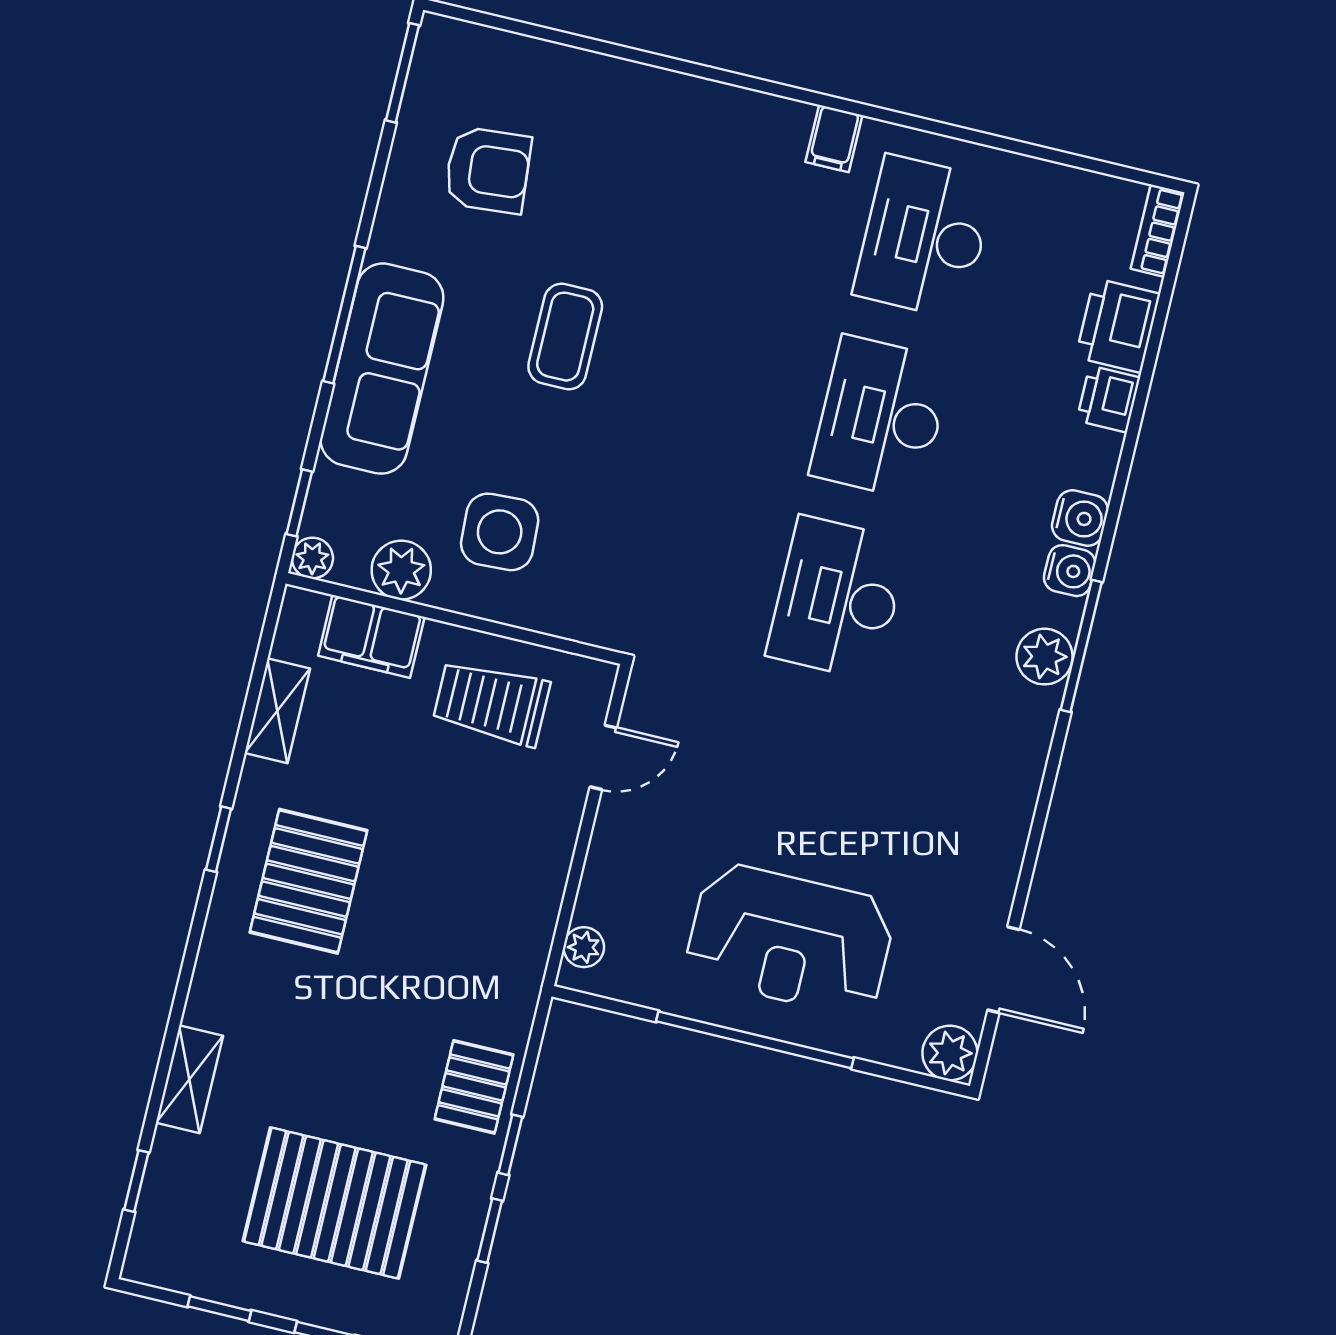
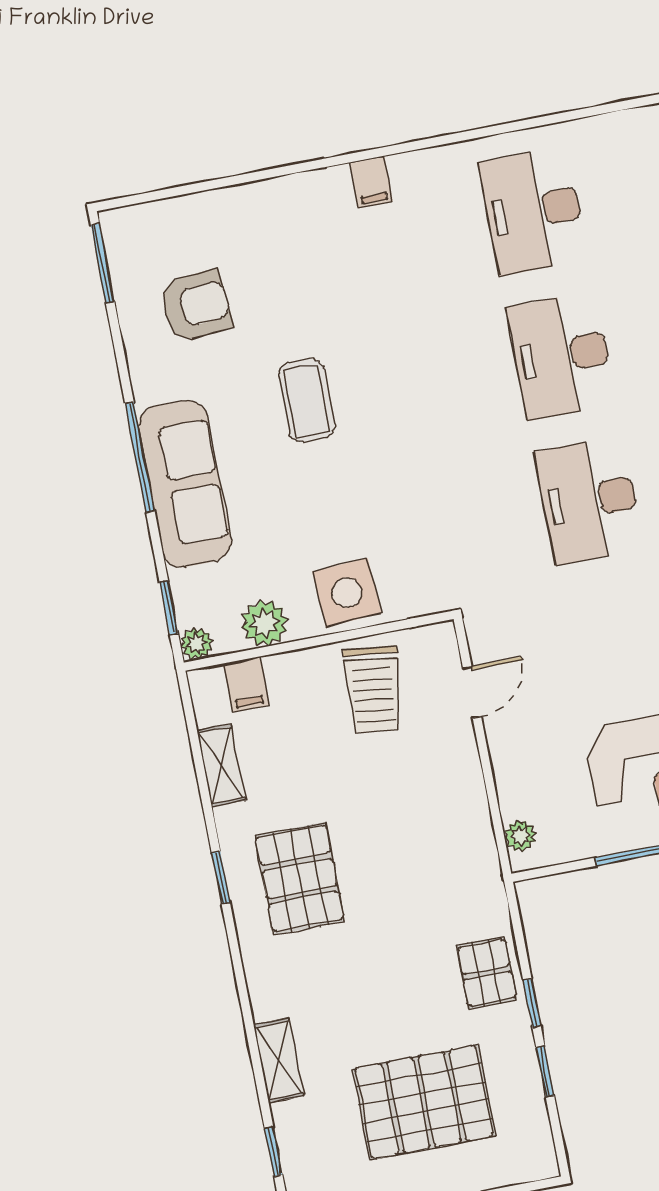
filing cabinet: (834, 139) -> (371, 182), moved
side table: (500, 532) -> (347, 593), moved
filing cabinet: (371, 636) -> (246, 684), width x0.50
trolley: (491, 703) -> (373, 689), turned -84

